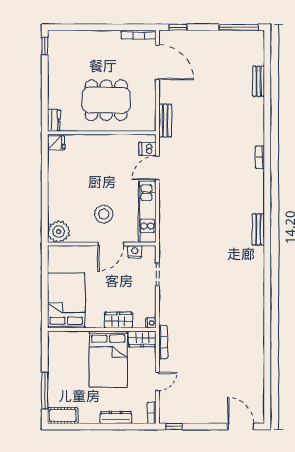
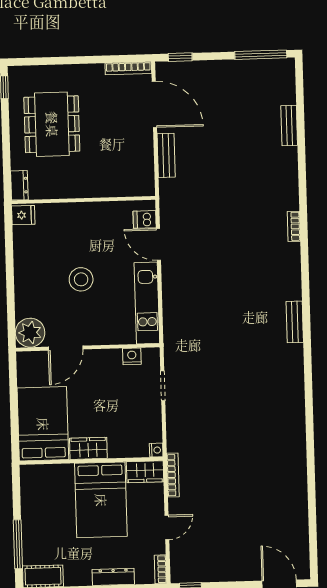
dining table: (106, 100) -> (52, 124), moved, turned 90
bench: (165, 120) -> (166, 155), moved
door: (157, 168) -> (159, 244), hinge flipped
stool: (104, 214) -> (81, 279), moved
door: (111, 244) -> (66, 348), moved
wardrobe: (118, 320) -> (88, 448), moved

